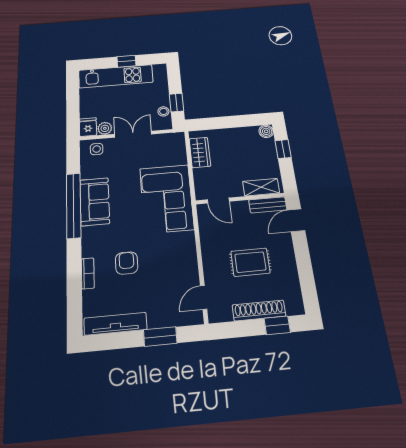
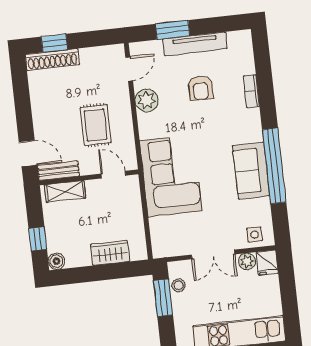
window: (177, 103) -> (163, 298), width x1.50
wardrobe: (200, 152) -> (110, 253), moved, turned 90
door: (296, 220) -> (28, 154), hinge flipped
rug: (250, 262) -> (96, 125), moved, turned 90
armchair: (127, 263) -> (201, 88), moved
plant: (187, 267) -> (147, 100), added
shoe rack: (259, 310) -> (52, 60), moved
tv unit: (115, 324) -> (195, 44), moved

